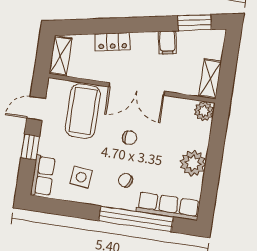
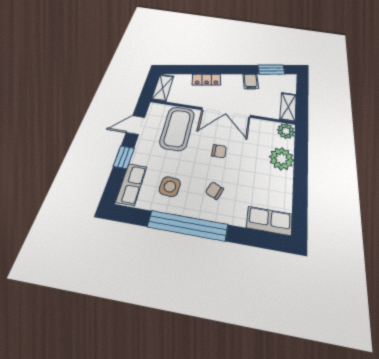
plant: (193, 163) -> (281, 159), moved
row of seats: (168, 206) -> (269, 221), width x0.68
window: (136, 219) -> (188, 226), moved

